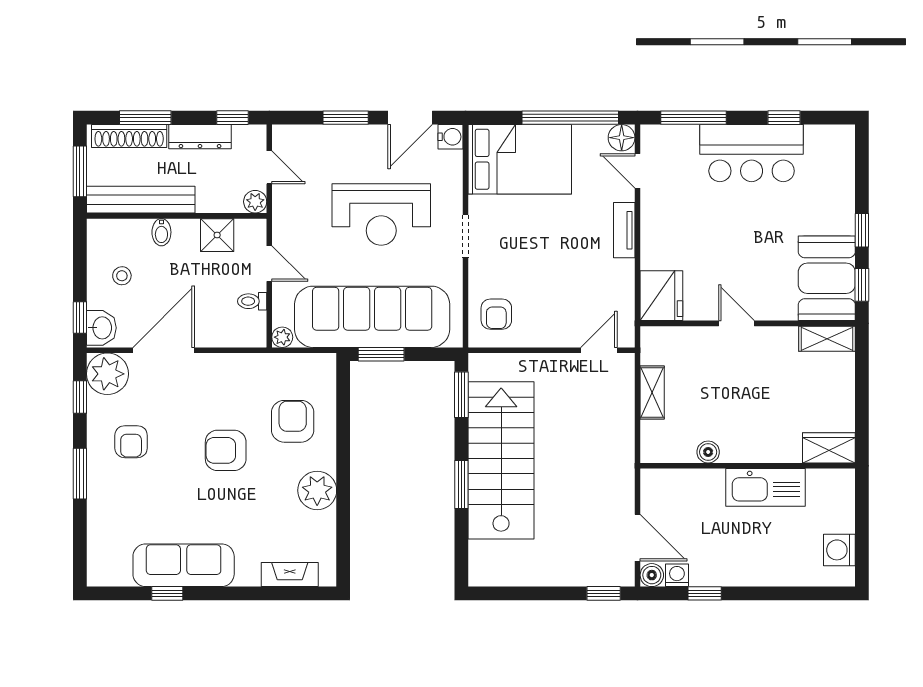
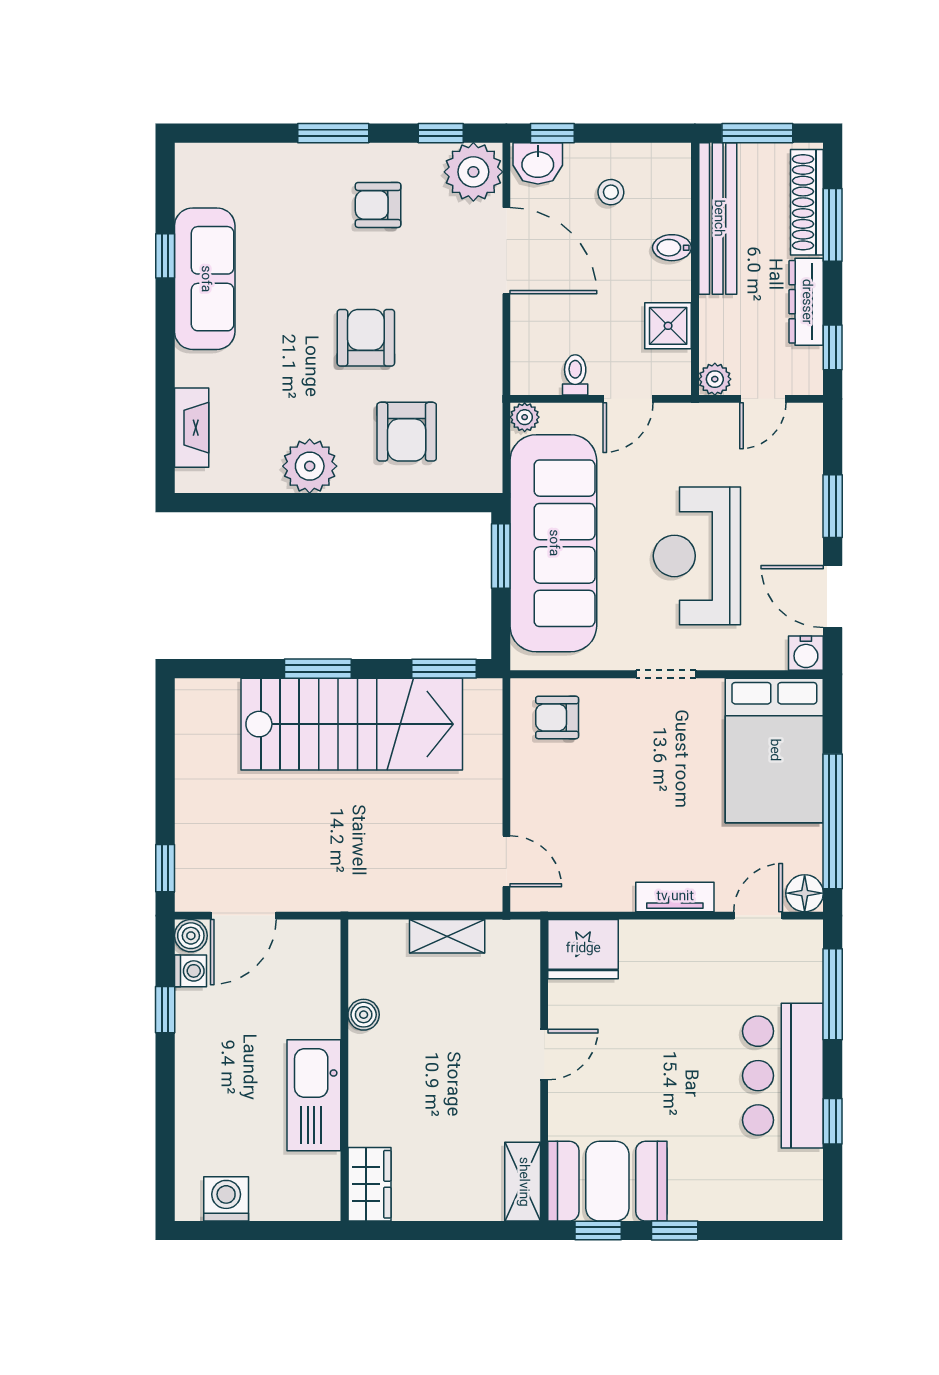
armchair: (293, 421) -> (407, 432), turned 90

